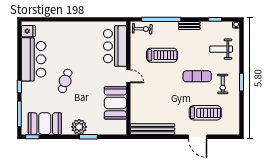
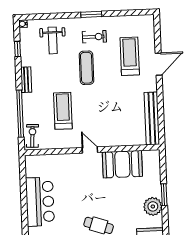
bar counter: (115, 46) -> (40, 202), moved, turned -90
door: (128, 76) -> (90, 150), hinge flipped

